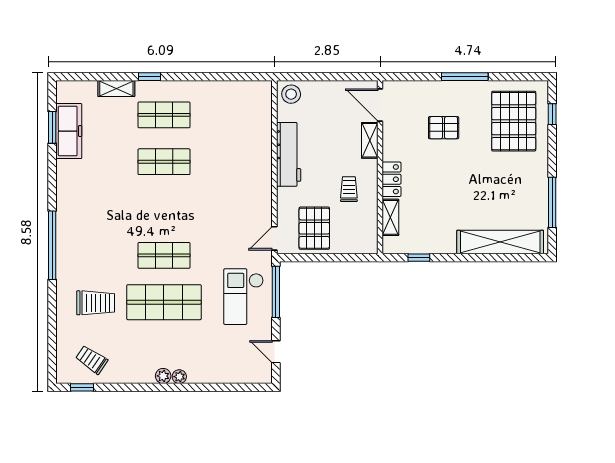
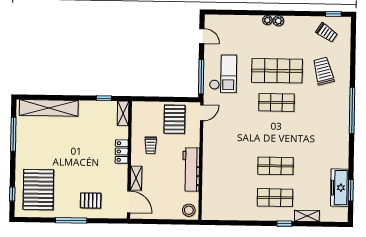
pallet: (444, 128) -> (91, 201), moved
shelving: (390, 217) -> (123, 113), moved
trolley: (96, 303) -> (323, 71), turned 75

